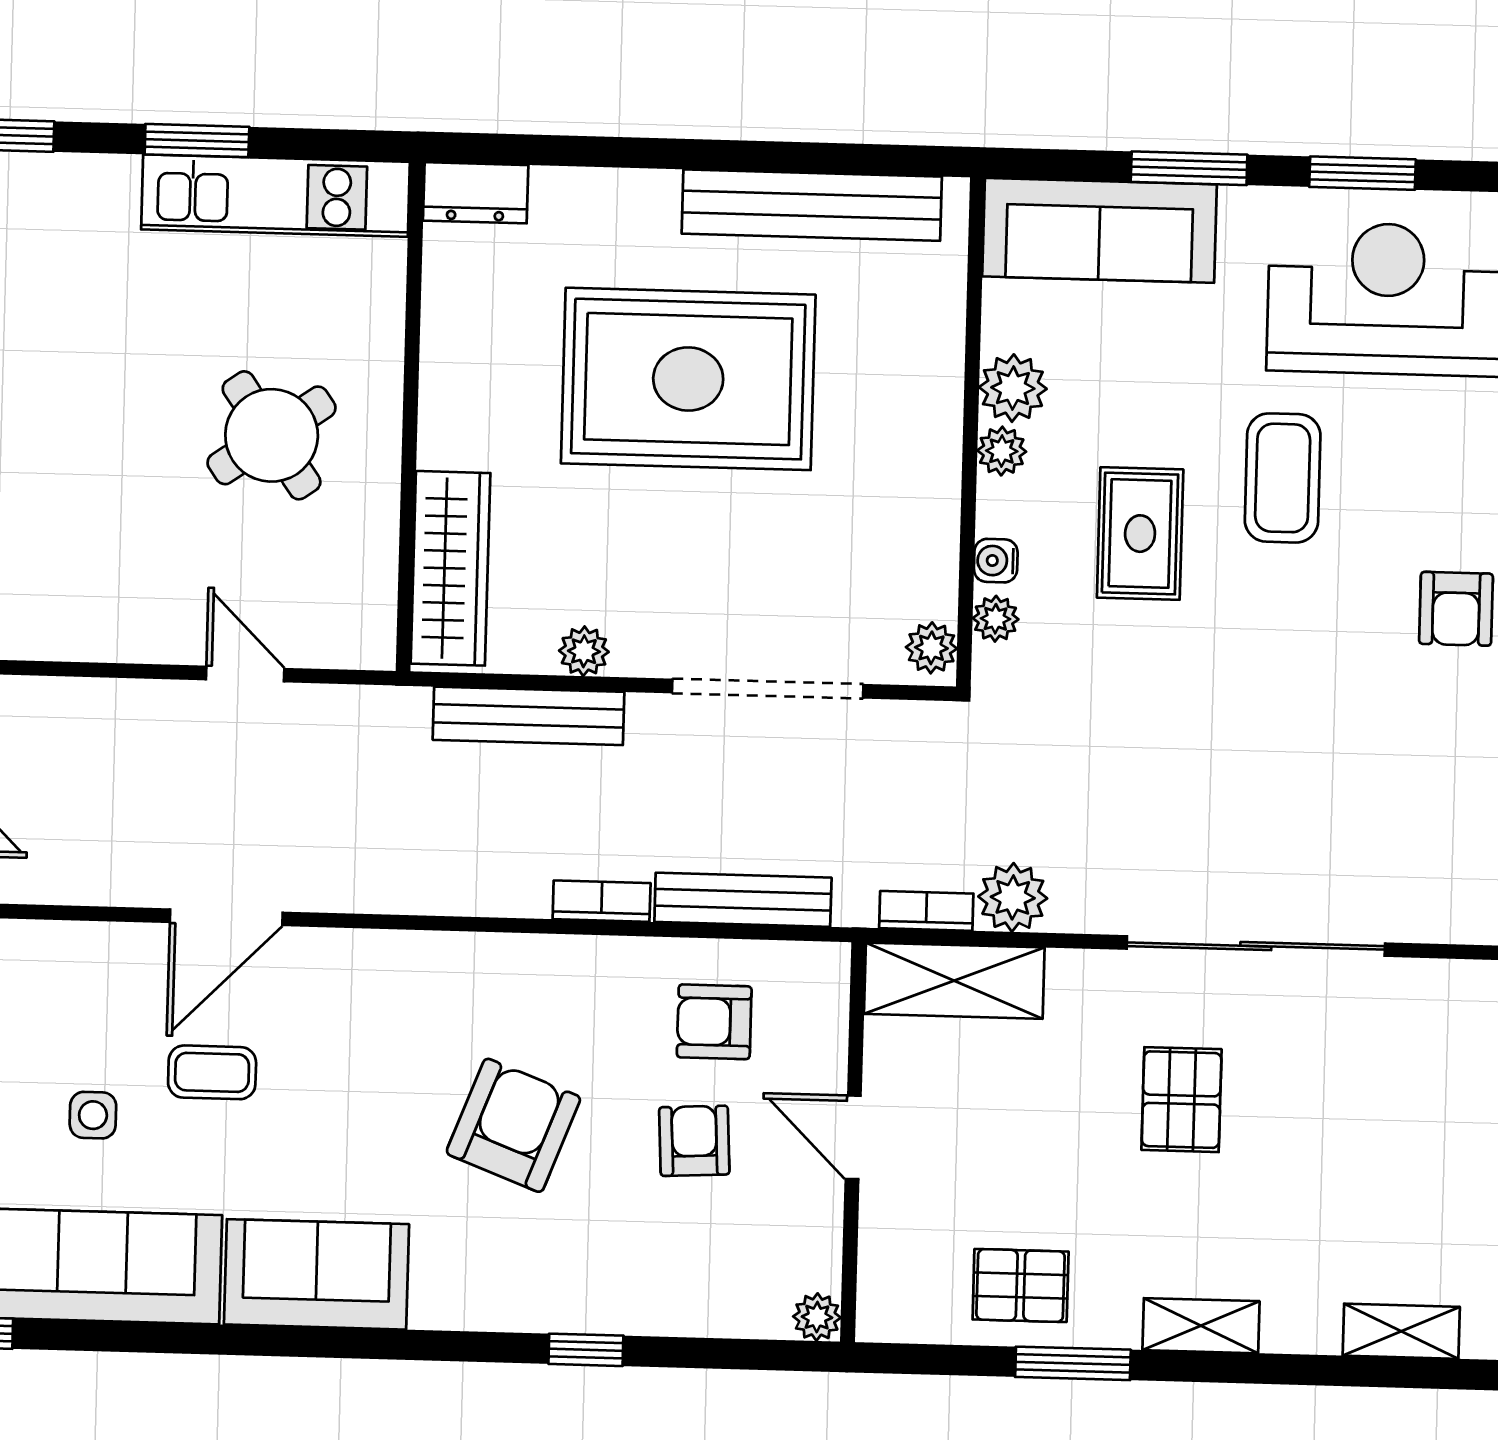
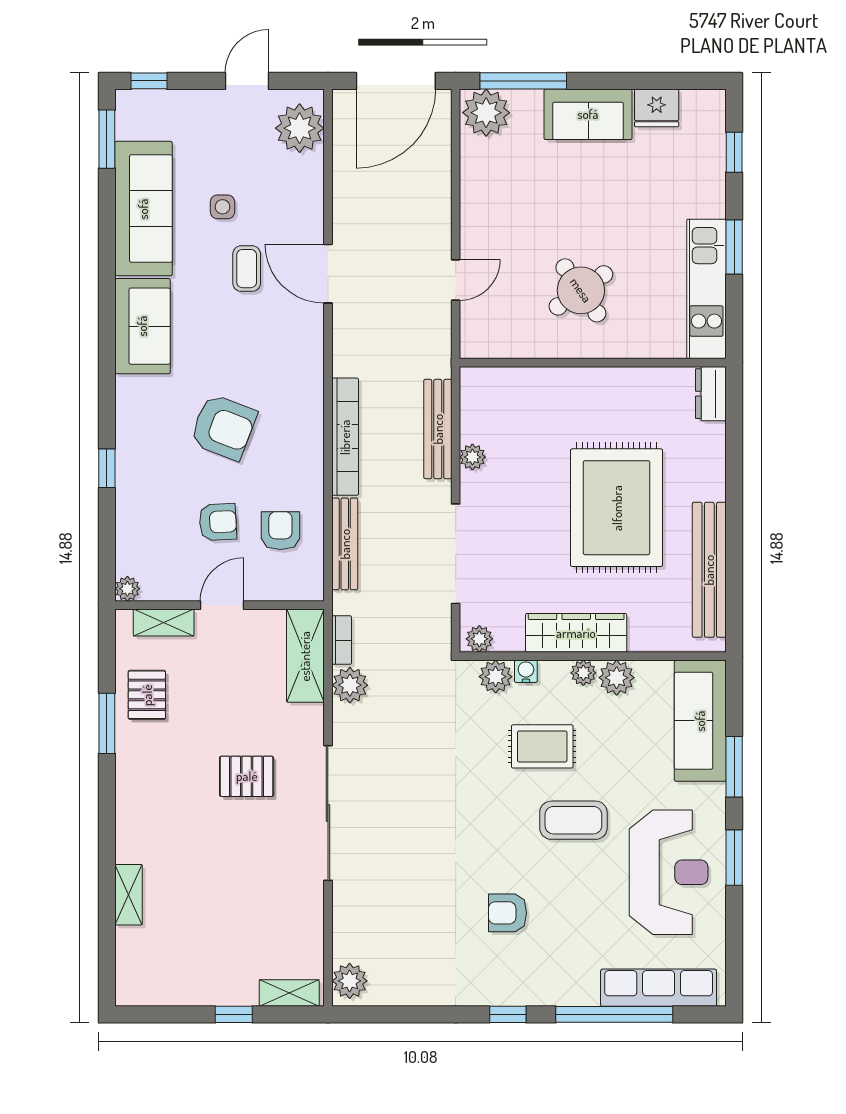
wardrobe: (450, 568) -> (576, 633), moved, turned 180
plant: (996, 619) -> (496, 677), width x1.38, depth x1.38
bookcase: (602, 901) -> (345, 437), width x2.31, depth x1.31
shelving: (1201, 1326) -> (164, 623), moved, turned 90

